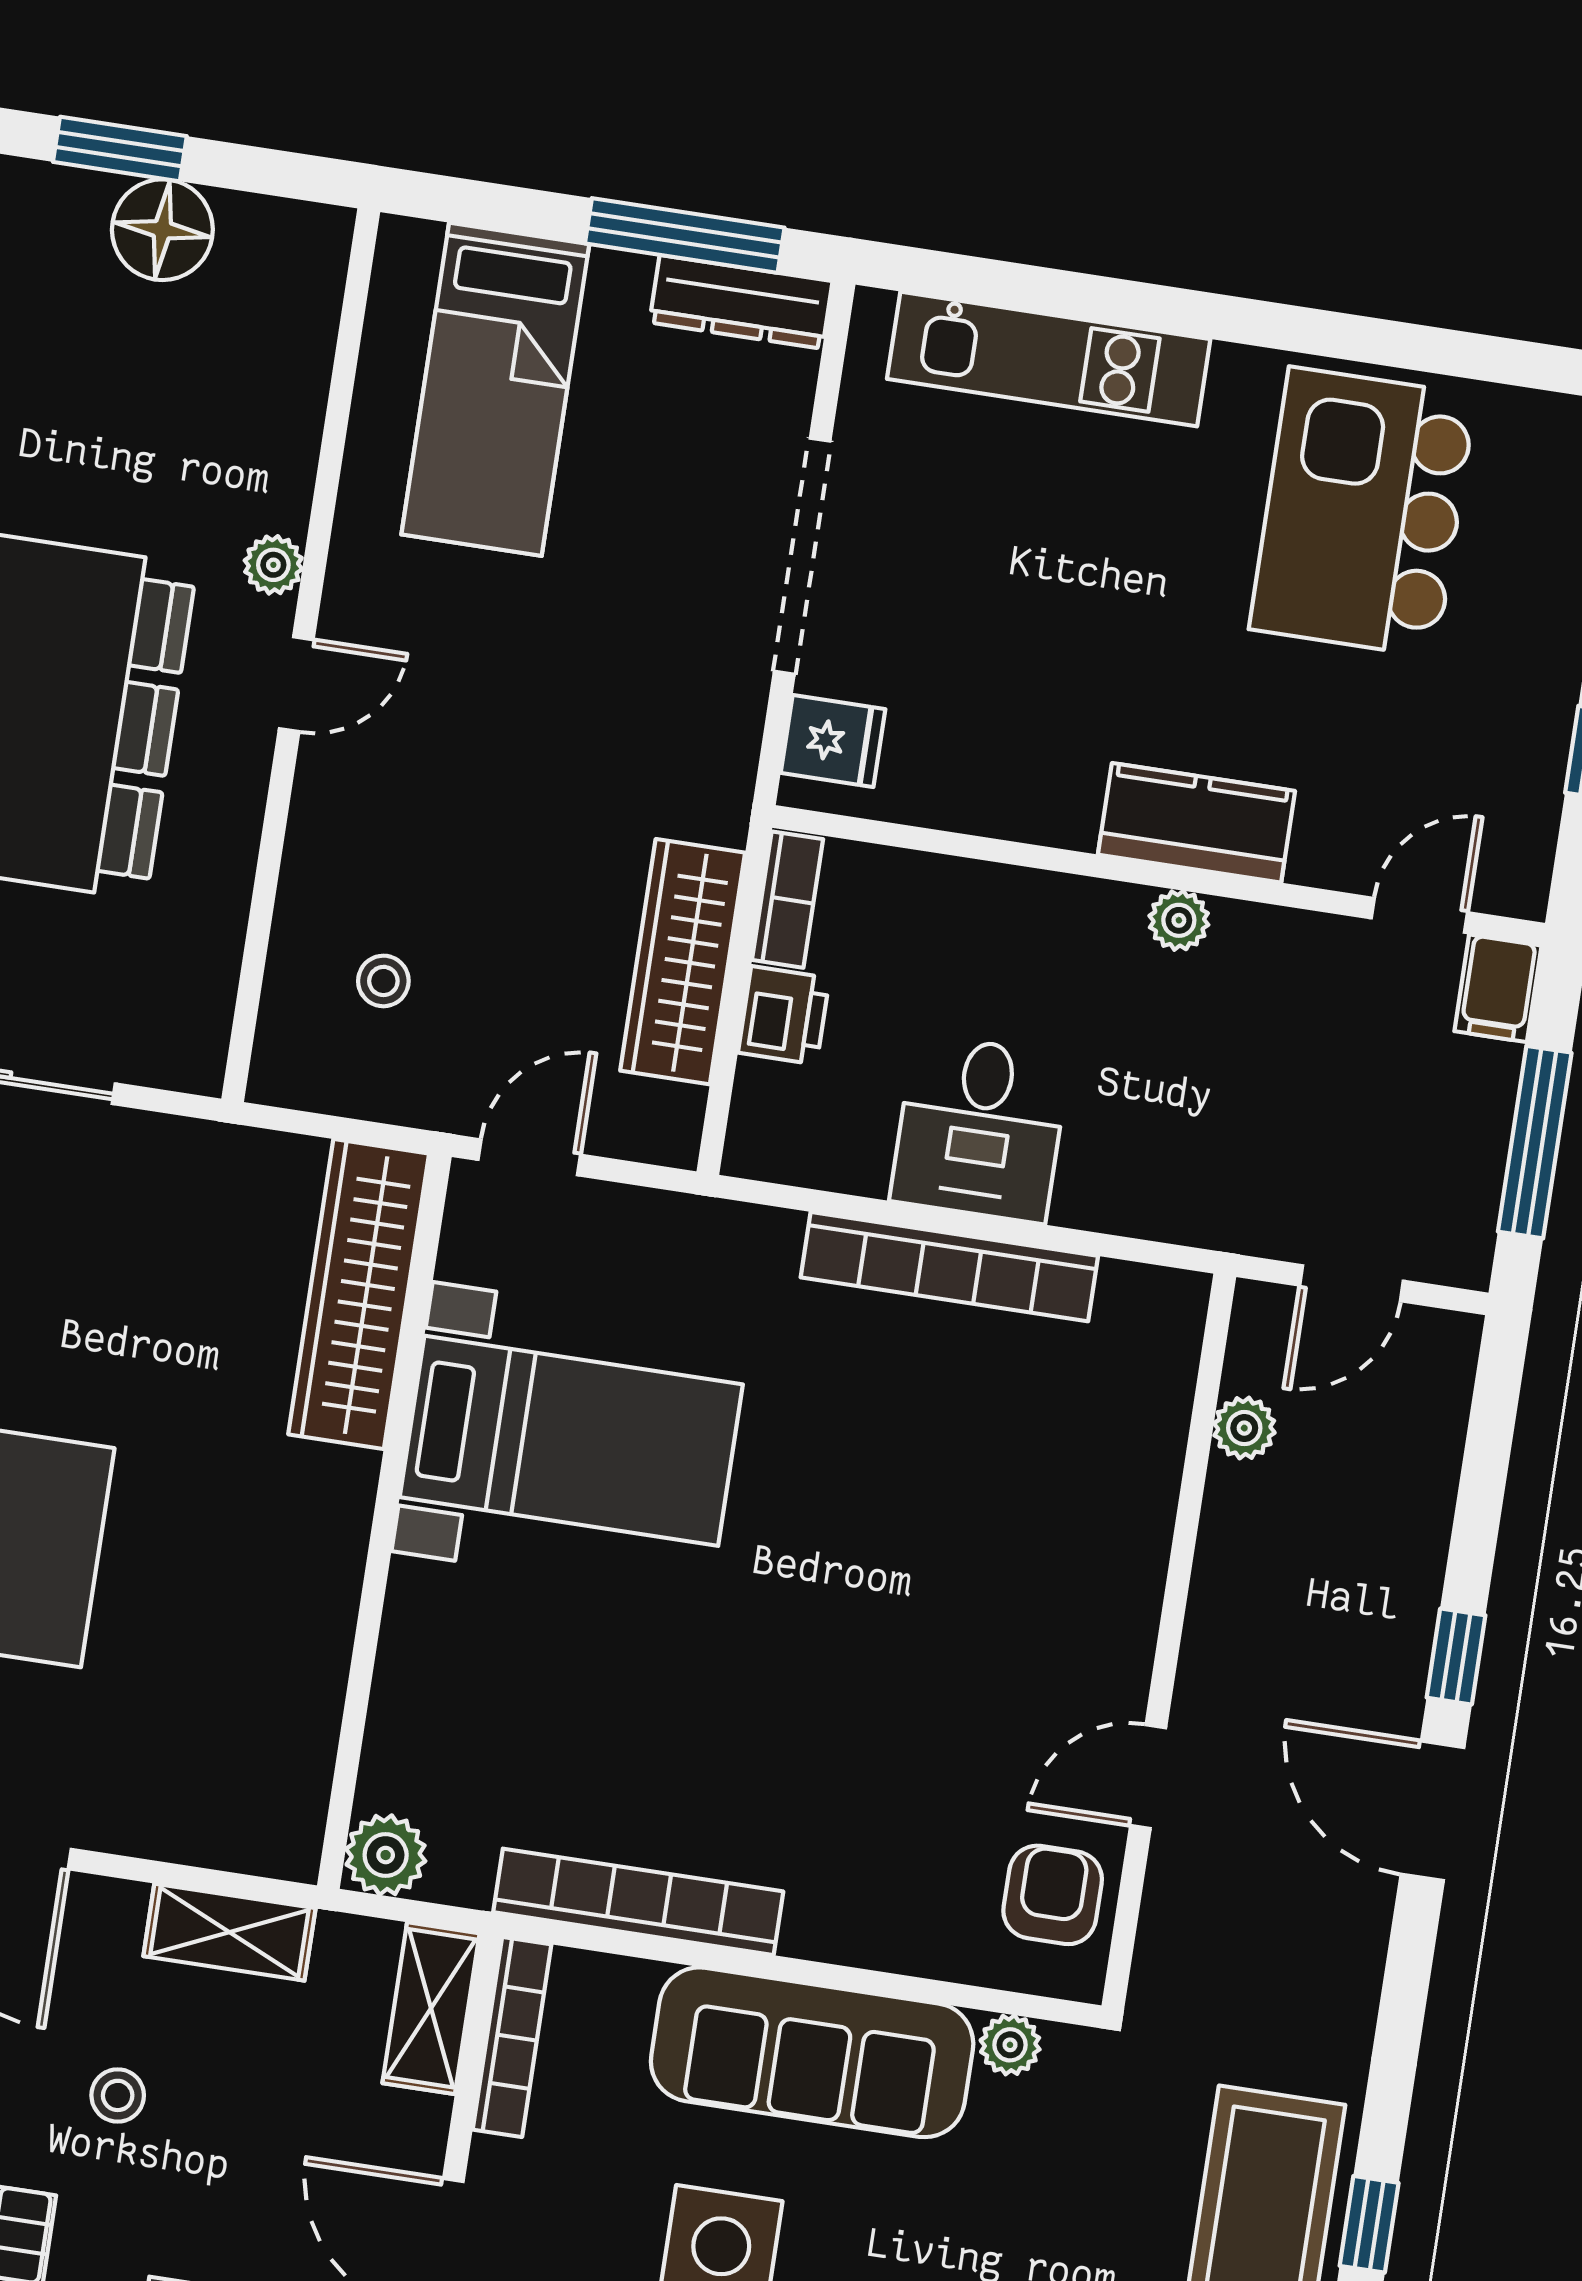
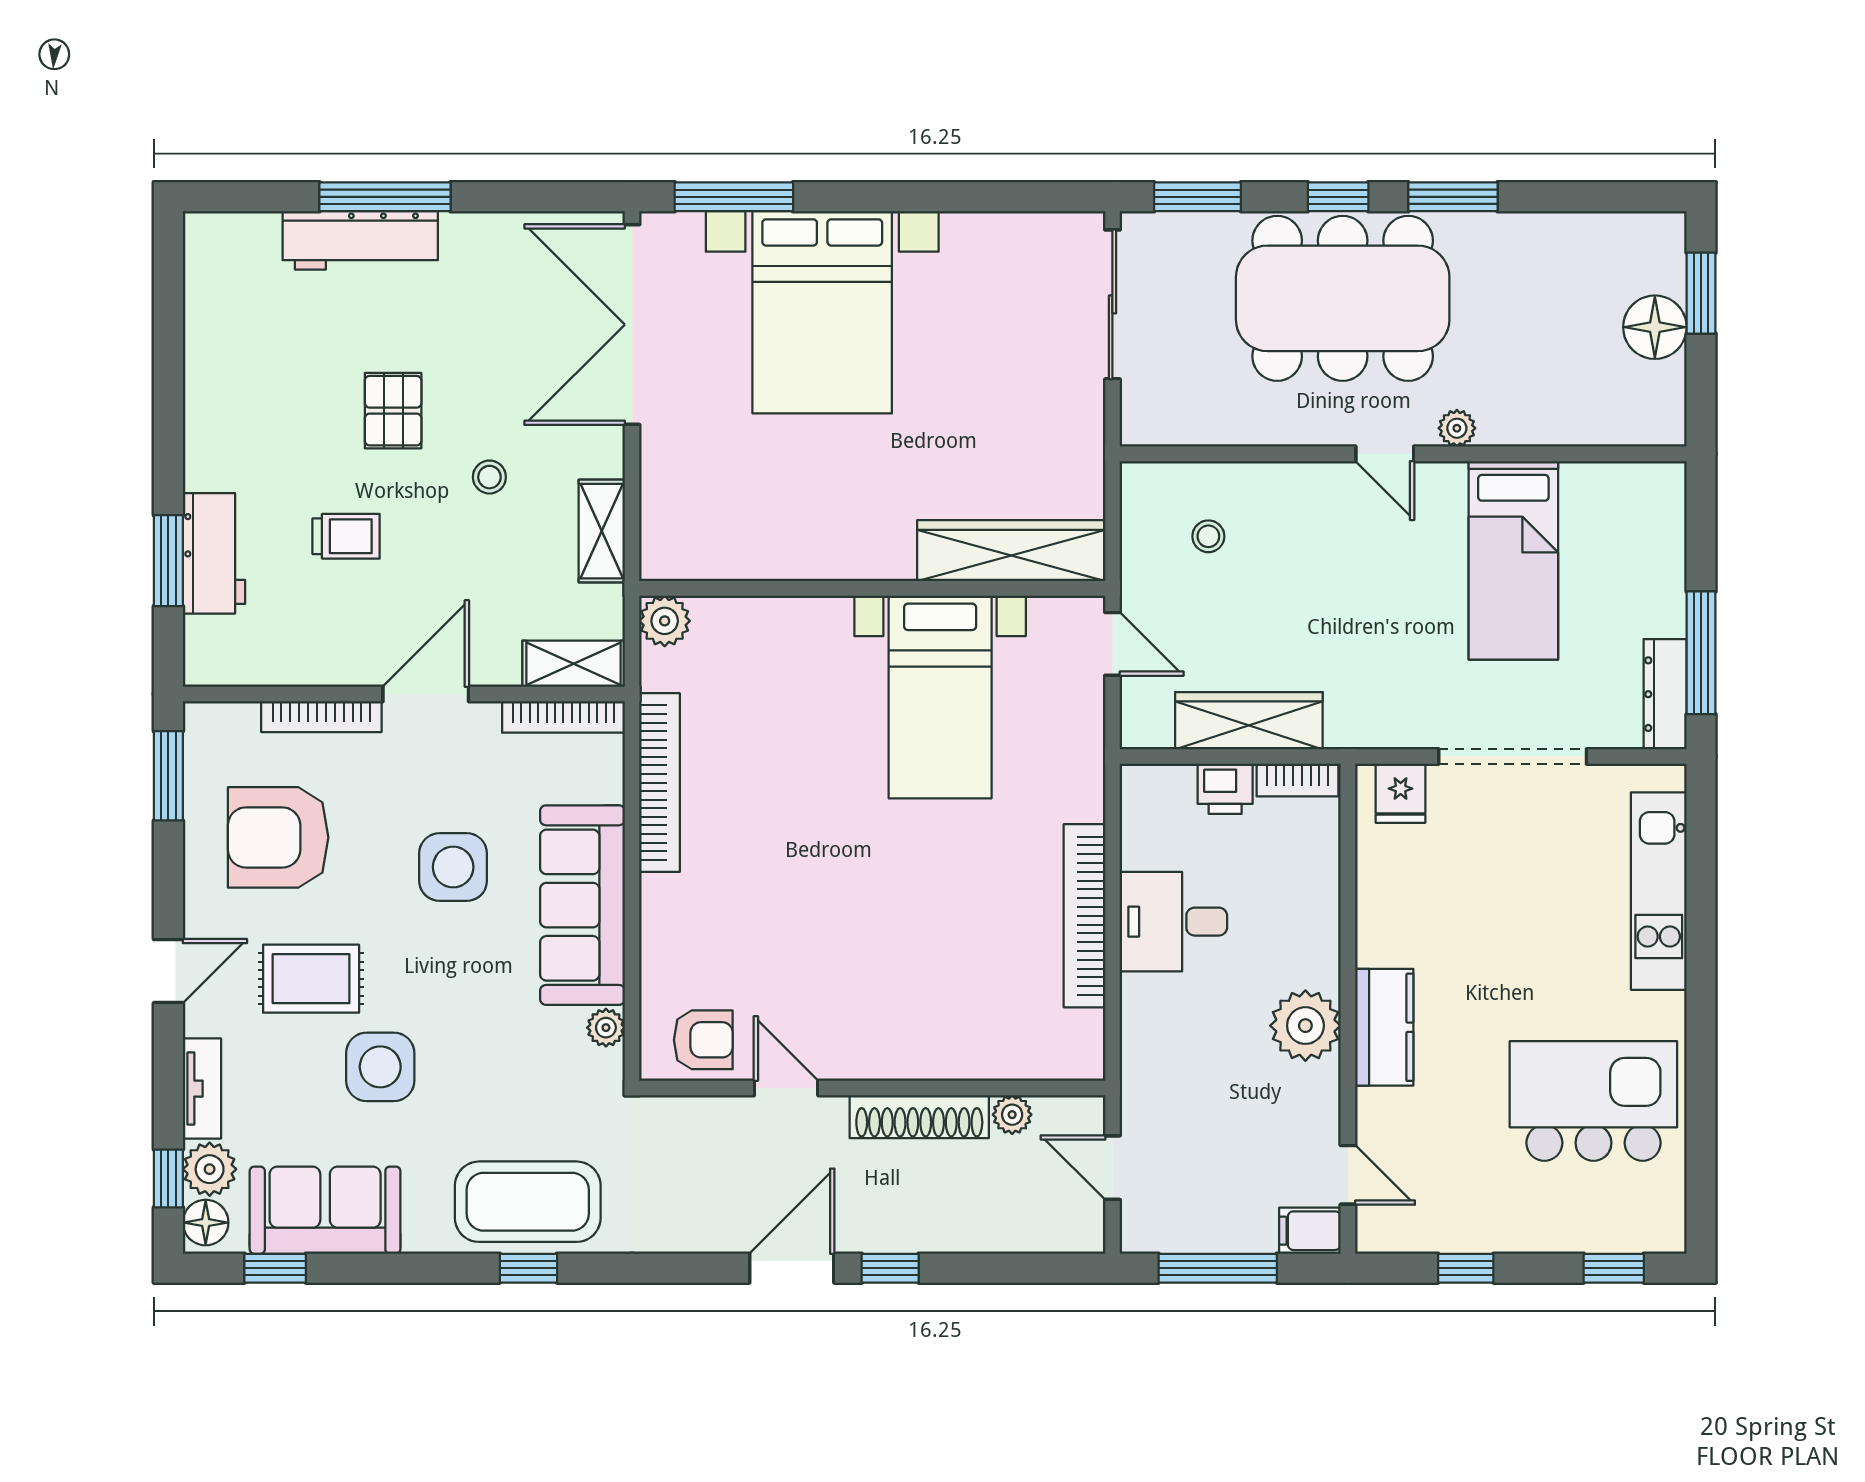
bed: (495, 389) -> (1513, 560), moved, turned -90
plant: (1179, 920) -> (1305, 1026), width x1.88, depth x1.88
shoe rack: (1225, 1574) -> (919, 1117), added

